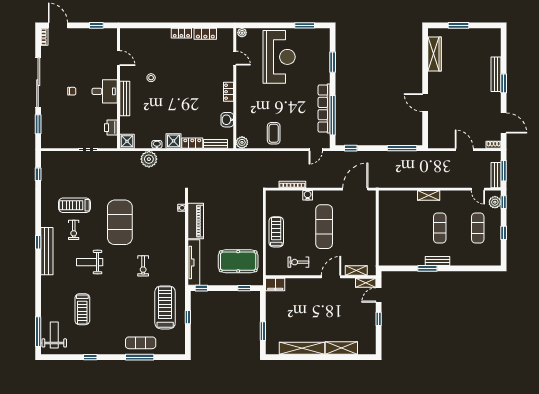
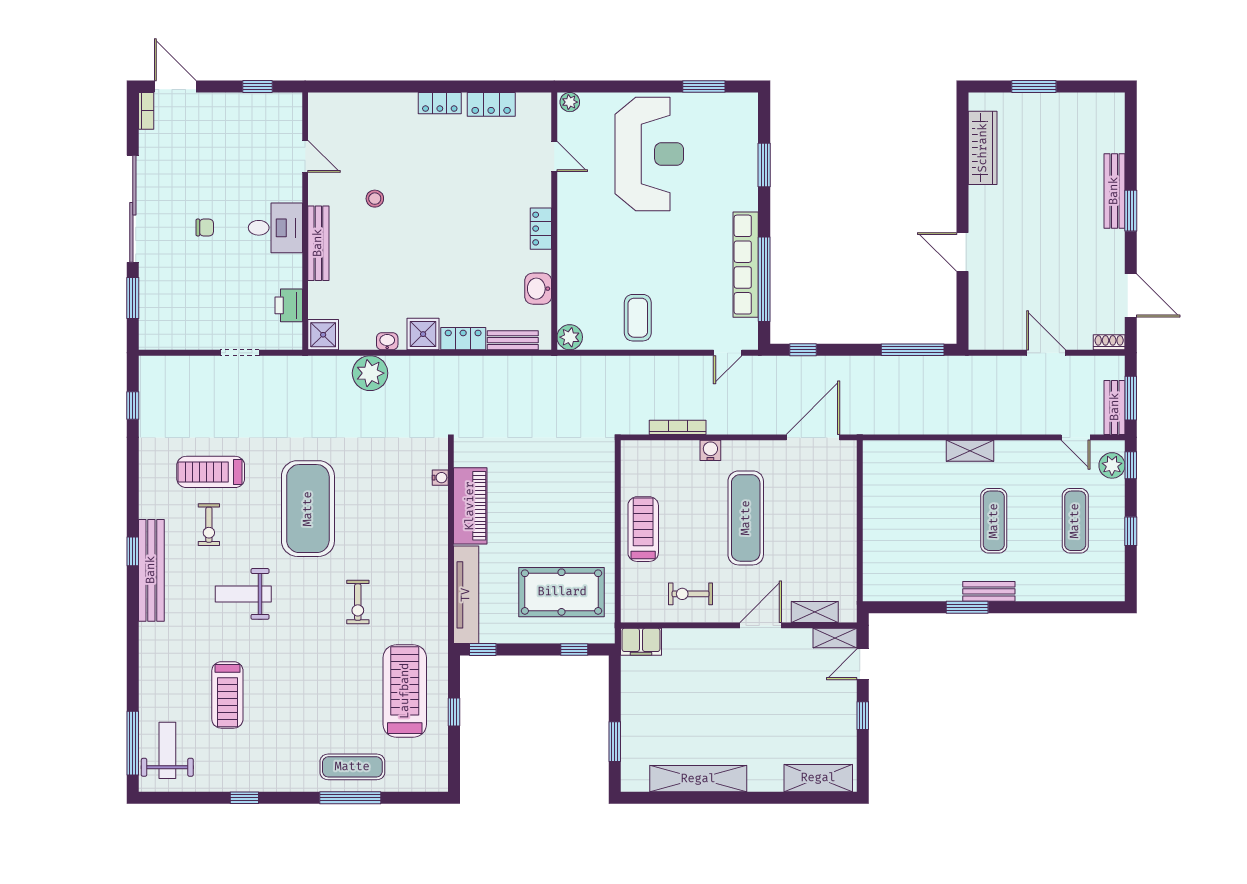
shelving: (341, 348) -> (818, 778), moved

